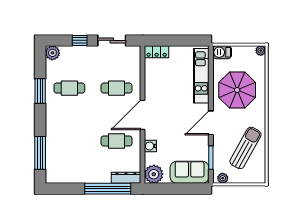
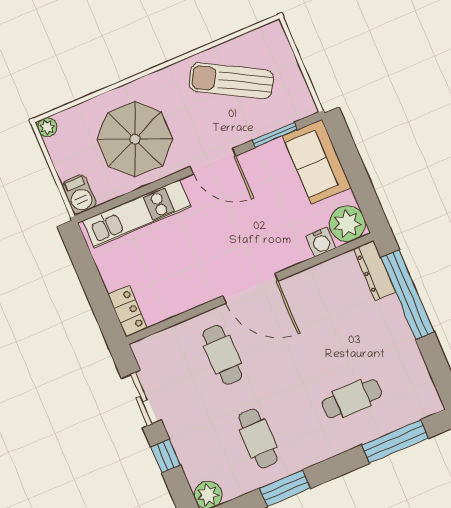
cafe table: (117, 141) -> (352, 399), moved, turned 90
water cooler: (150, 146) -> (321, 242), moved
plant: (223, 178) -> (302, 98), removed

